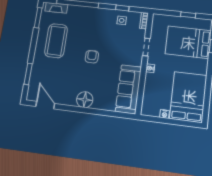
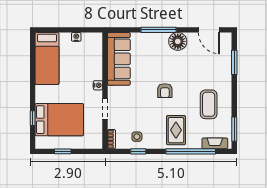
rug: (87, 22) -> (176, 130), added
coffee table: (56, 41) -> (209, 104), width x0.73, depth x0.76
bed: (188, 97) -> (47, 59), width x0.67
floor lamp: (85, 100) -> (178, 41), moved
window: (89, 111) -> (158, 30), added

